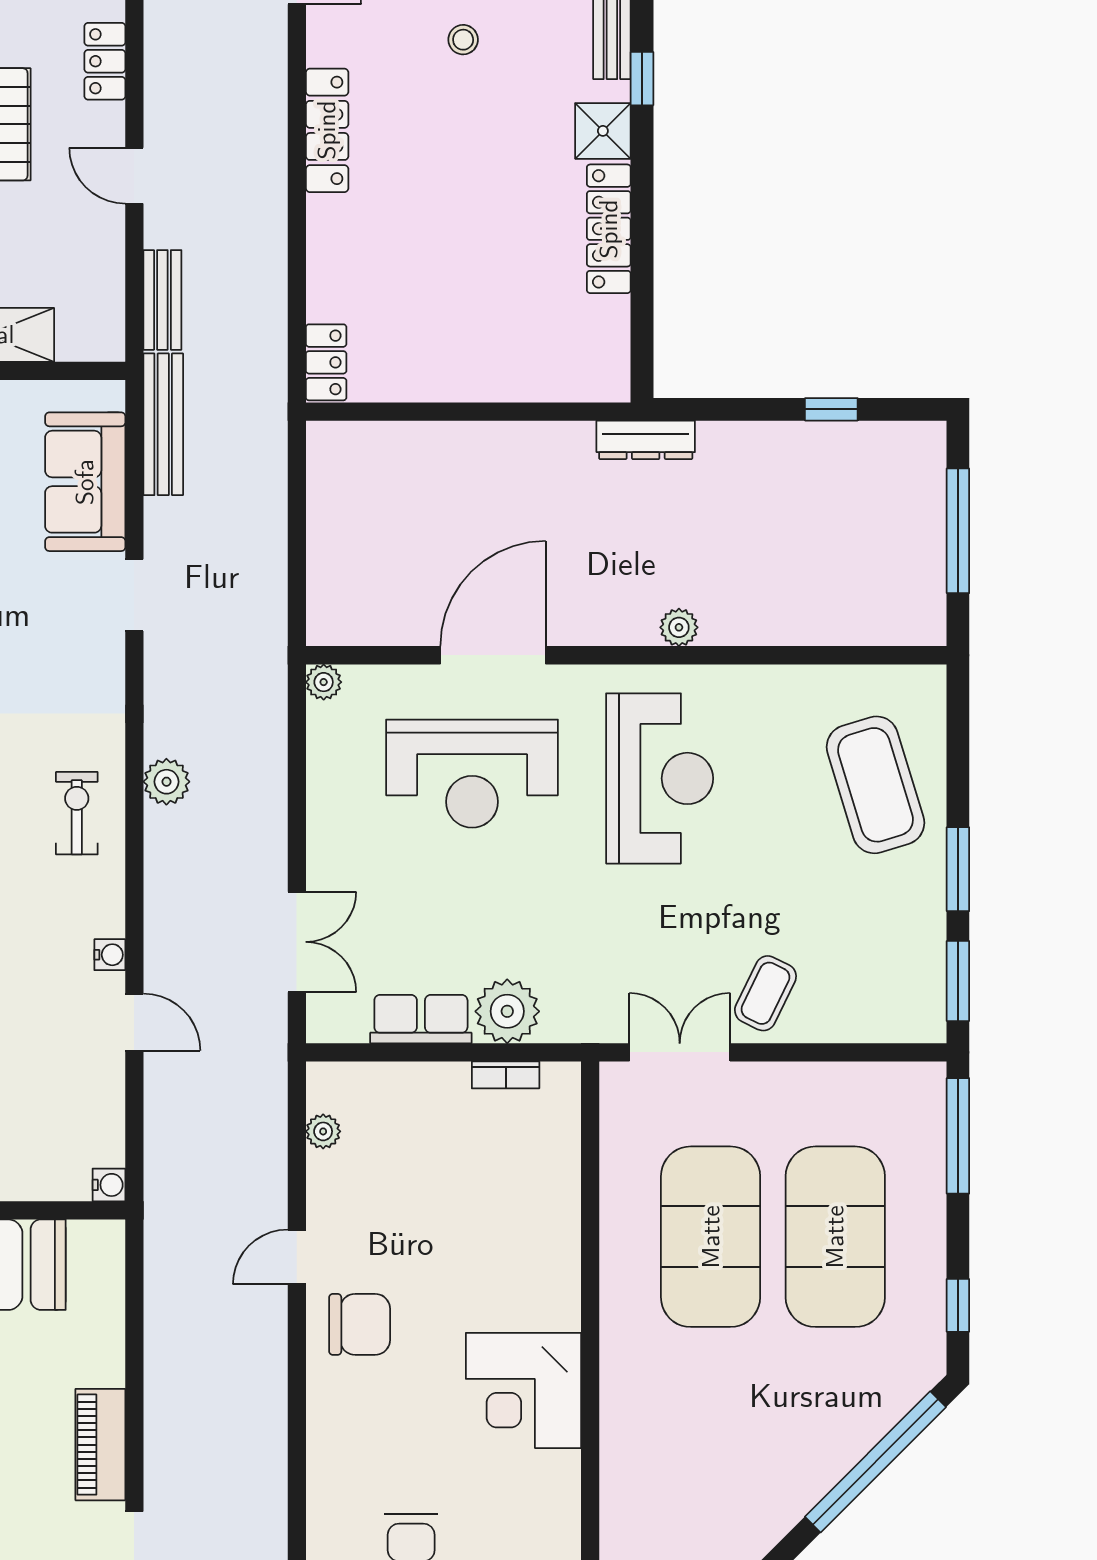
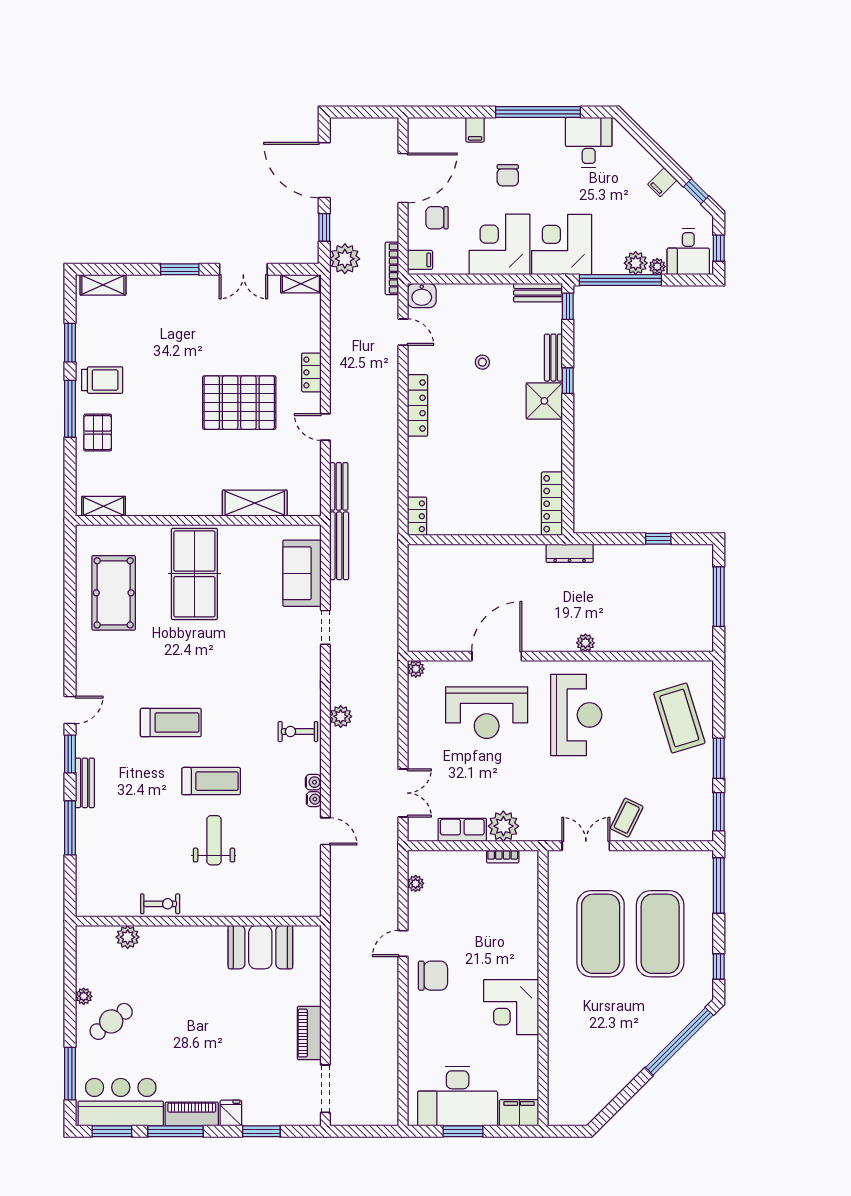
shower: (603, 131) -> (544, 401), width x1.36, depth x1.36
locker: (609, 229) -> (552, 504), moved
exercise bike: (77, 813) -> (298, 732), turned -90
water cooler: (109, 1185) -> (313, 782), moved

